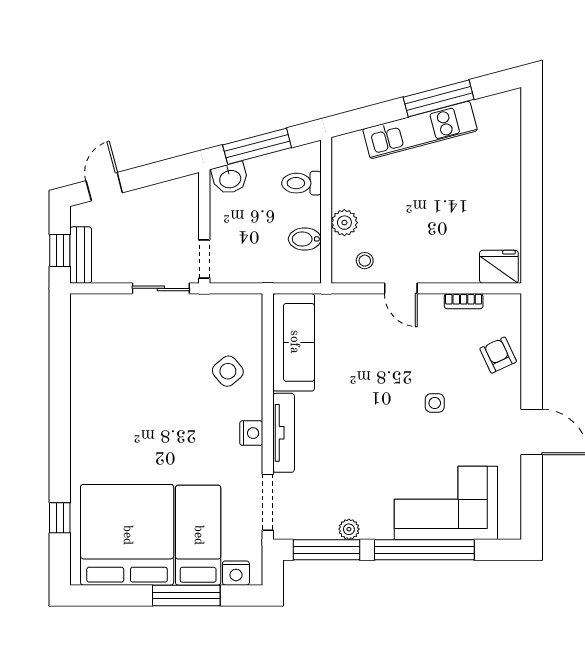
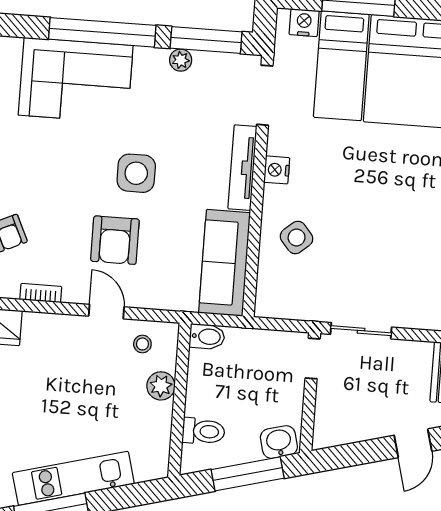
bidet: (305, 239) -> (207, 337), moved
armchair: (398, 356) -> (115, 240), added
side table: (435, 403) -> (136, 173), moved, width x1.87, depth x1.87

